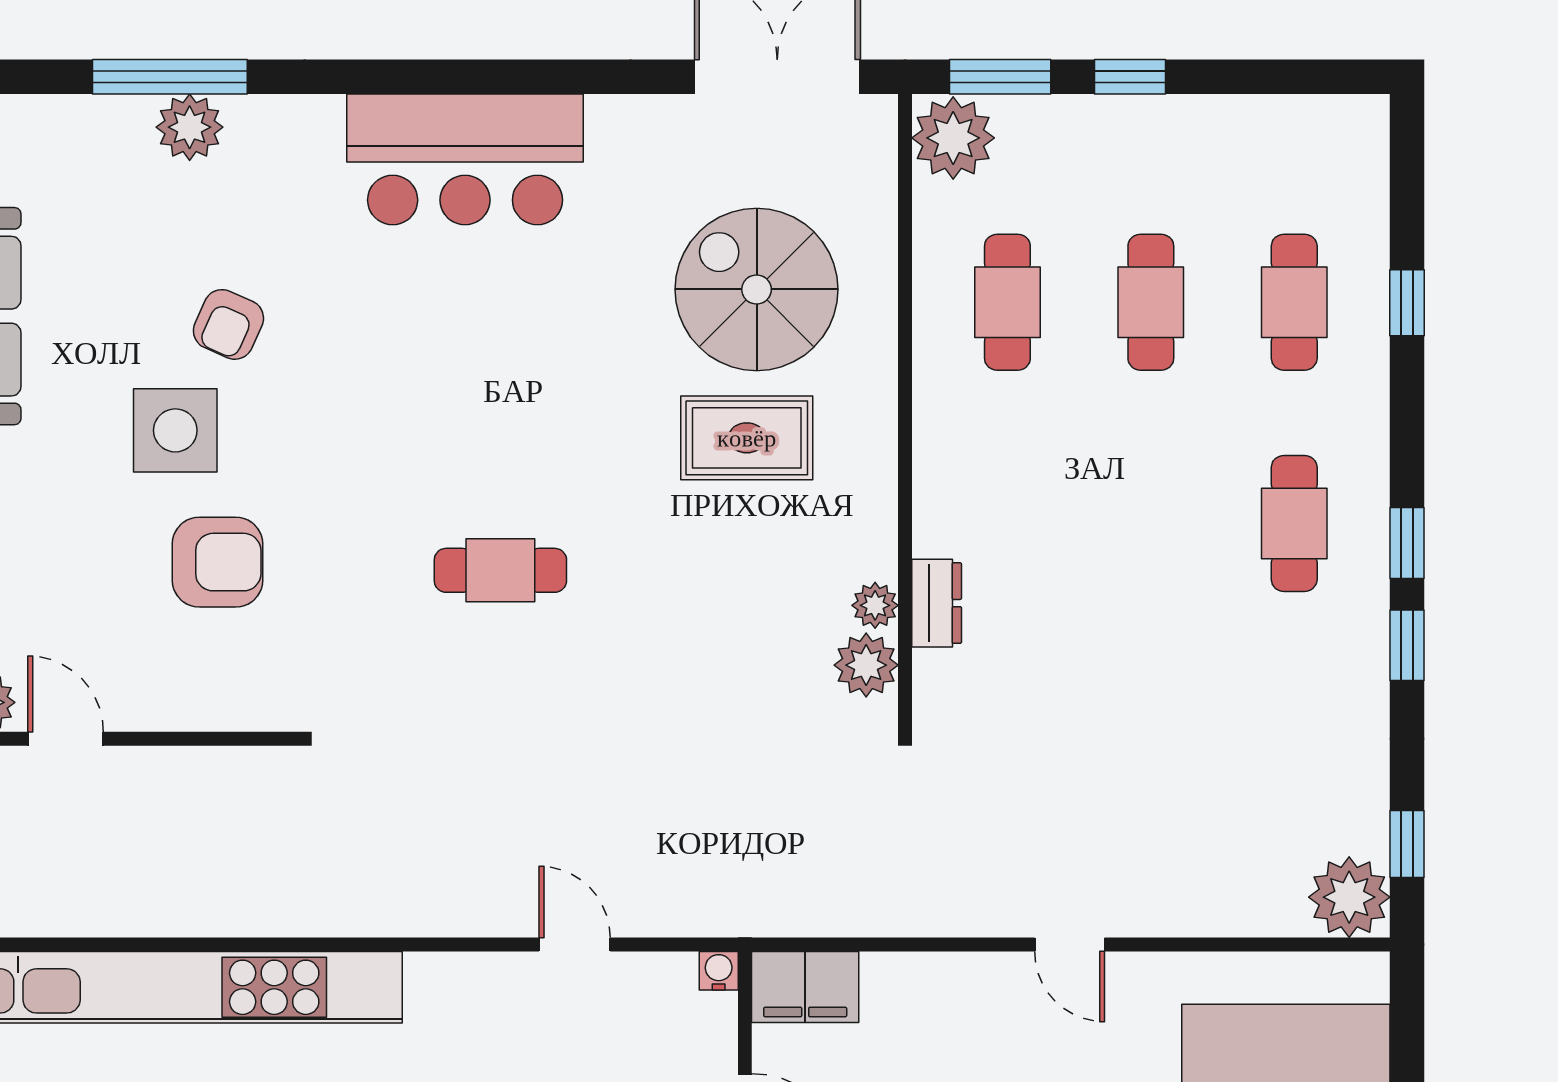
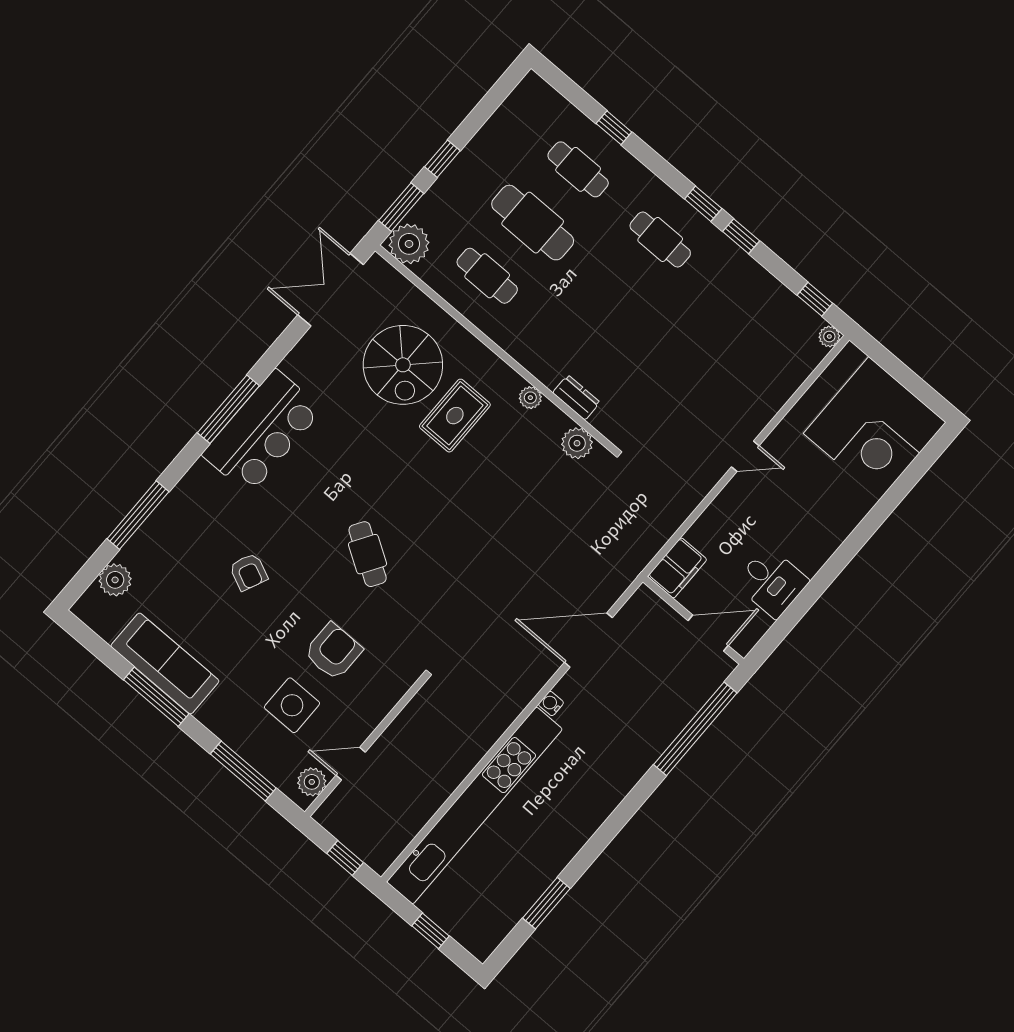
window: (455, 77) -> (228, 409), added
plant: (190, 127) -> (115, 580), moved
spiral stairs: (757, 289) -> (403, 365), turned -90
cafe table: (1151, 302) -> (533, 223), width x1.37, depth x1.35
side table: (175, 430) -> (292, 705), moved
cafe table: (500, 570) -> (368, 554), moved, turned -58
plant: (875, 605) -> (530, 398), moved
plant: (1349, 897) -> (829, 336), width x0.53, depth x0.53
door: (575, 945) -> (588, 640), width x1.88
water cooler: (719, 971) -> (551, 703), moved

